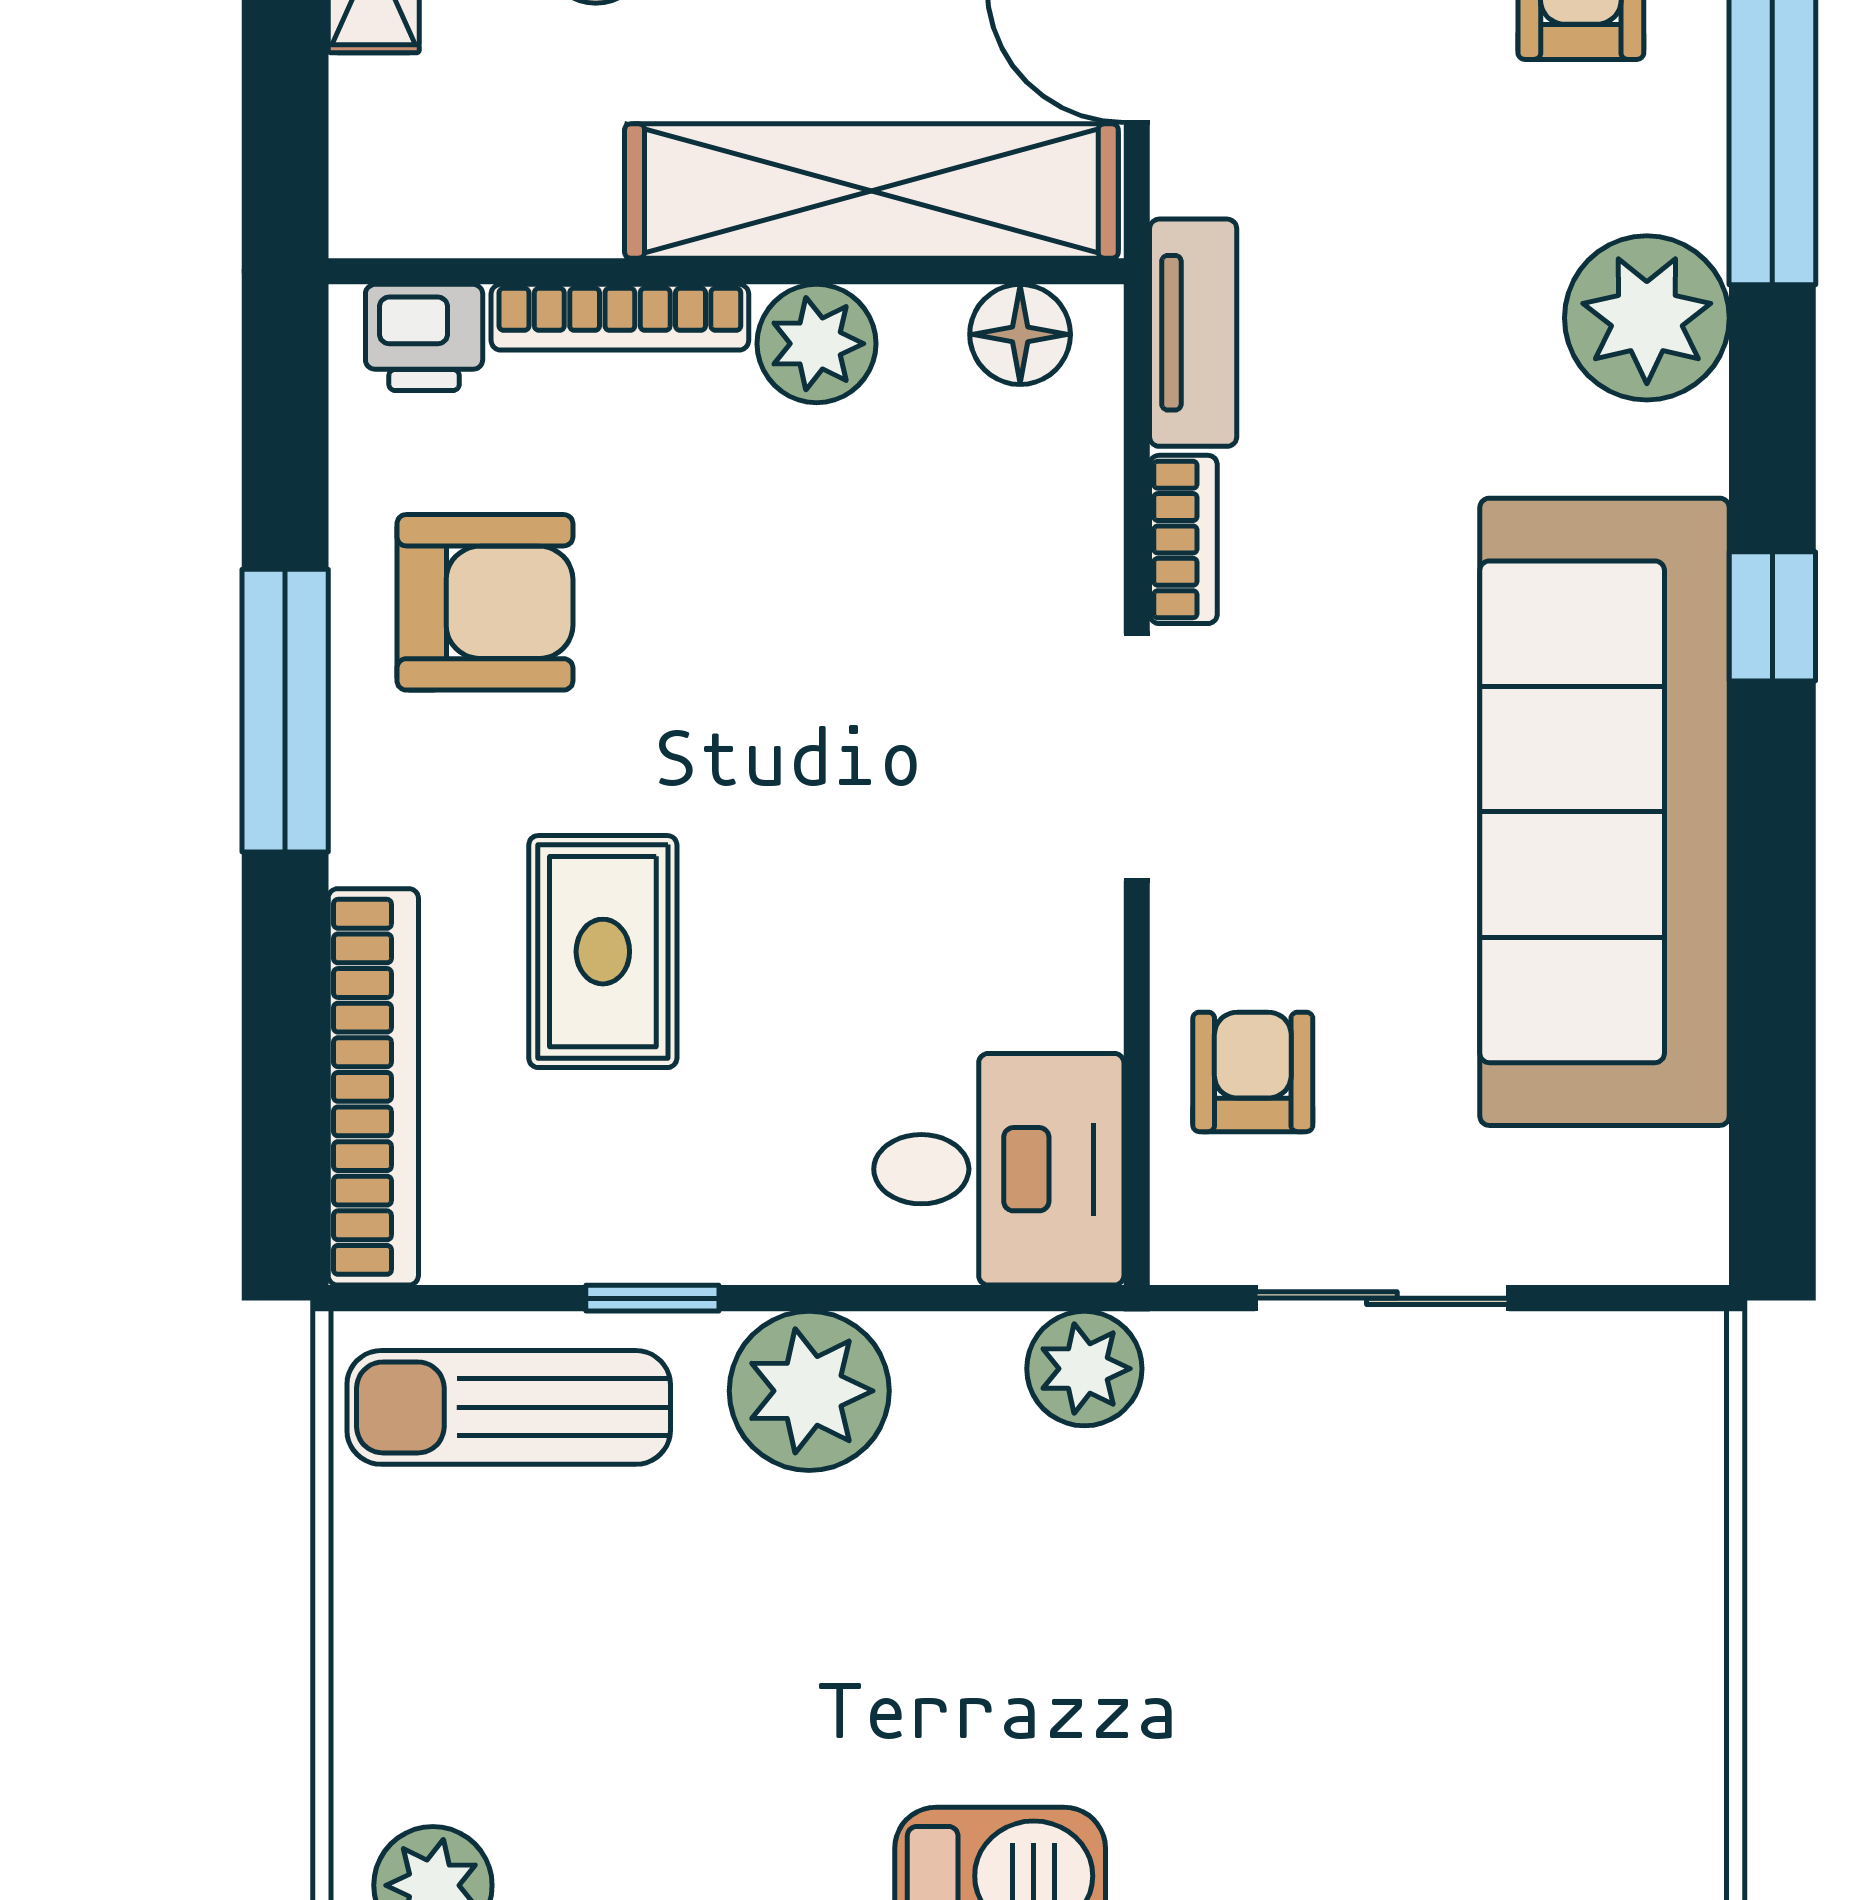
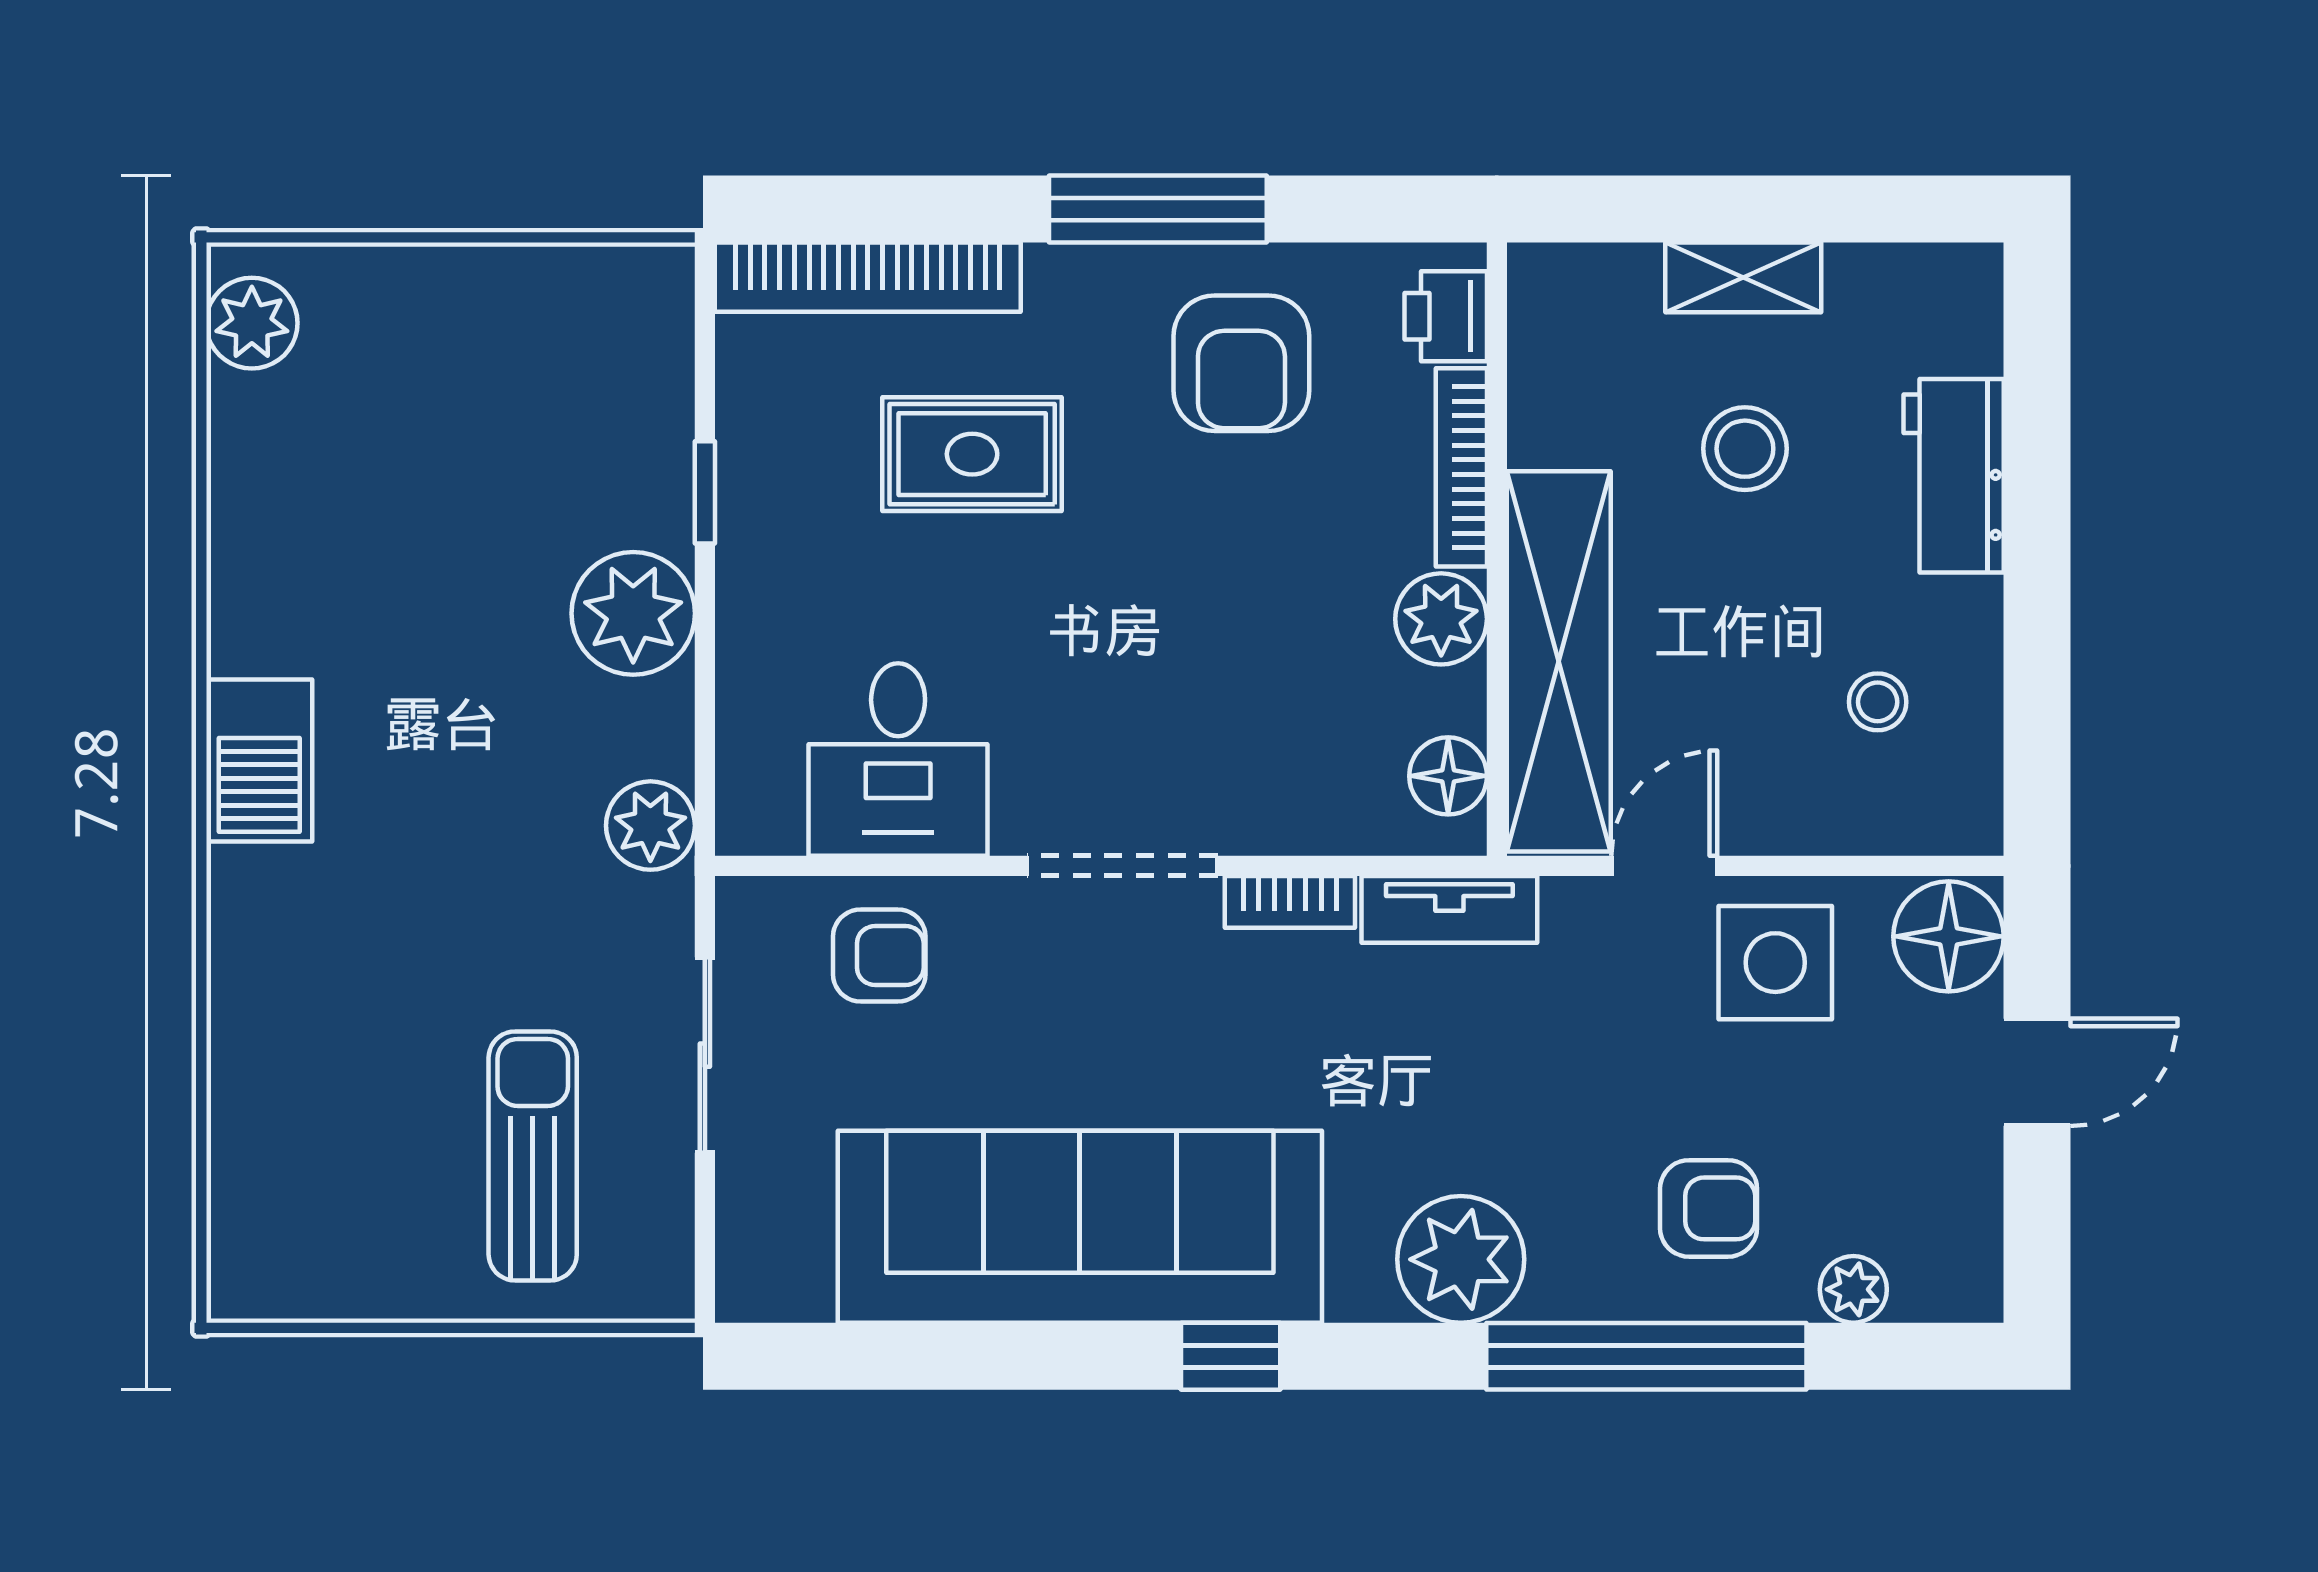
desk: (999, 1169) -> (898, 760), moved
sun lounger: (509, 1407) -> (533, 1156), moved

